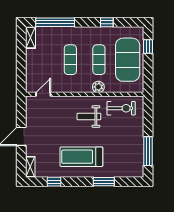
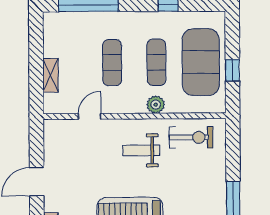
shelving: (30, 38) -> (50, 75), moved
window: (148, 46) -> (232, 70), moved
door: (43, 94) -> (90, 116), moved

